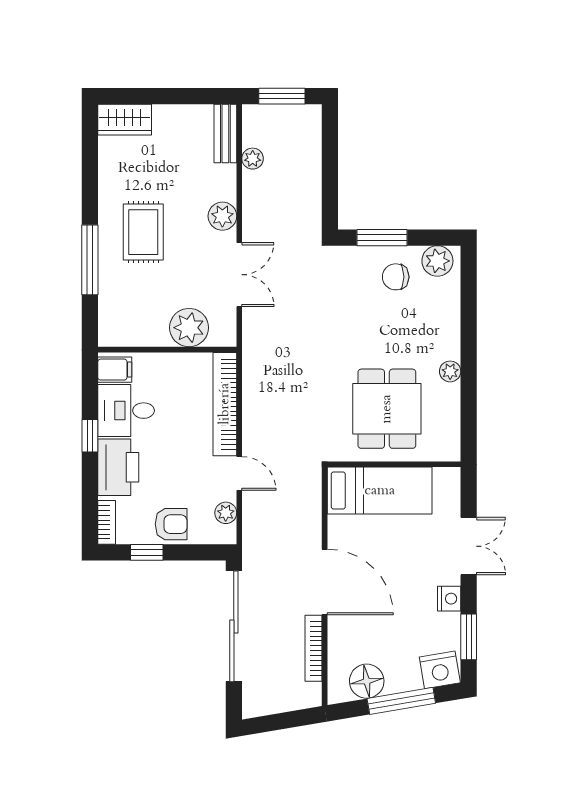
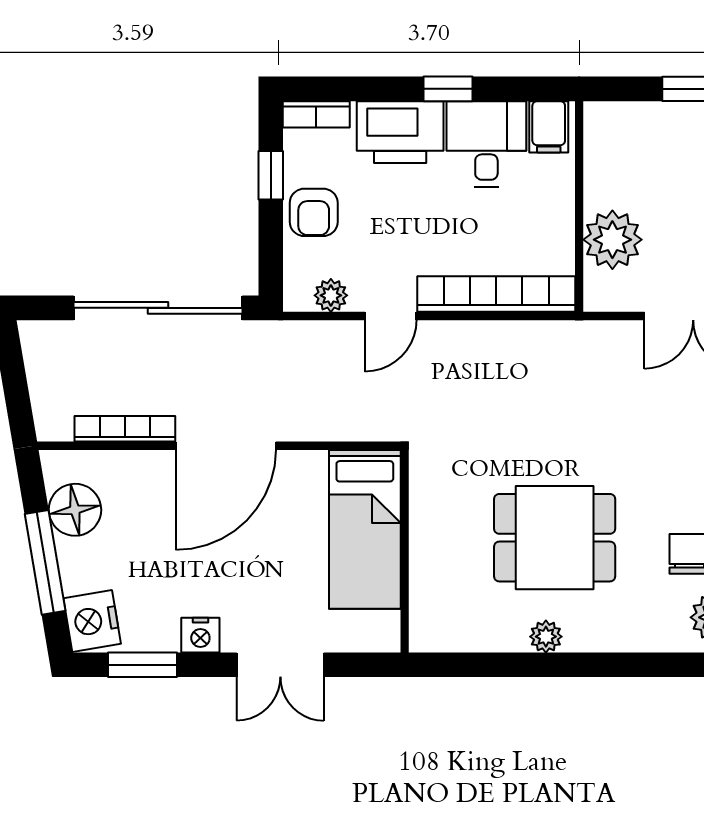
dining table: (387, 409) -> (555, 538), moved

